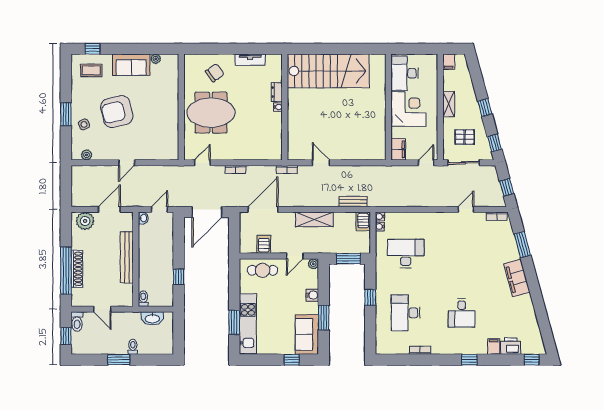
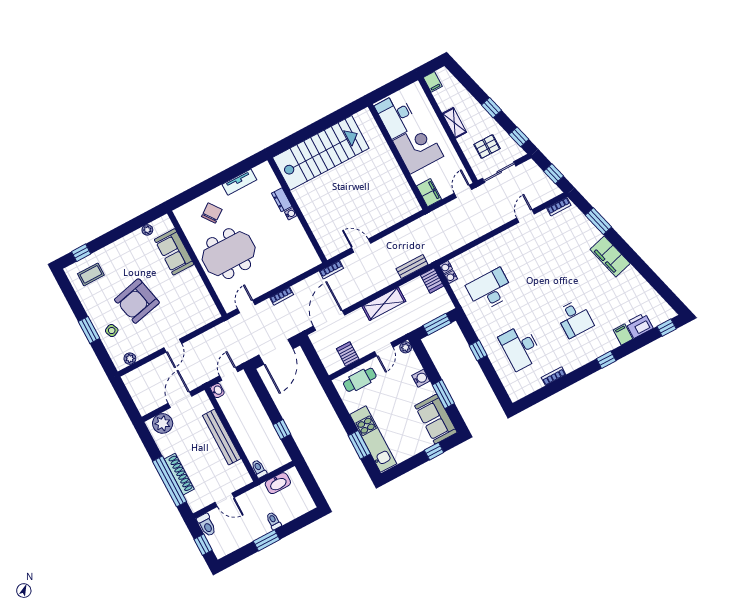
sofa: (131, 65) -> (174, 252), moved, turned 90

